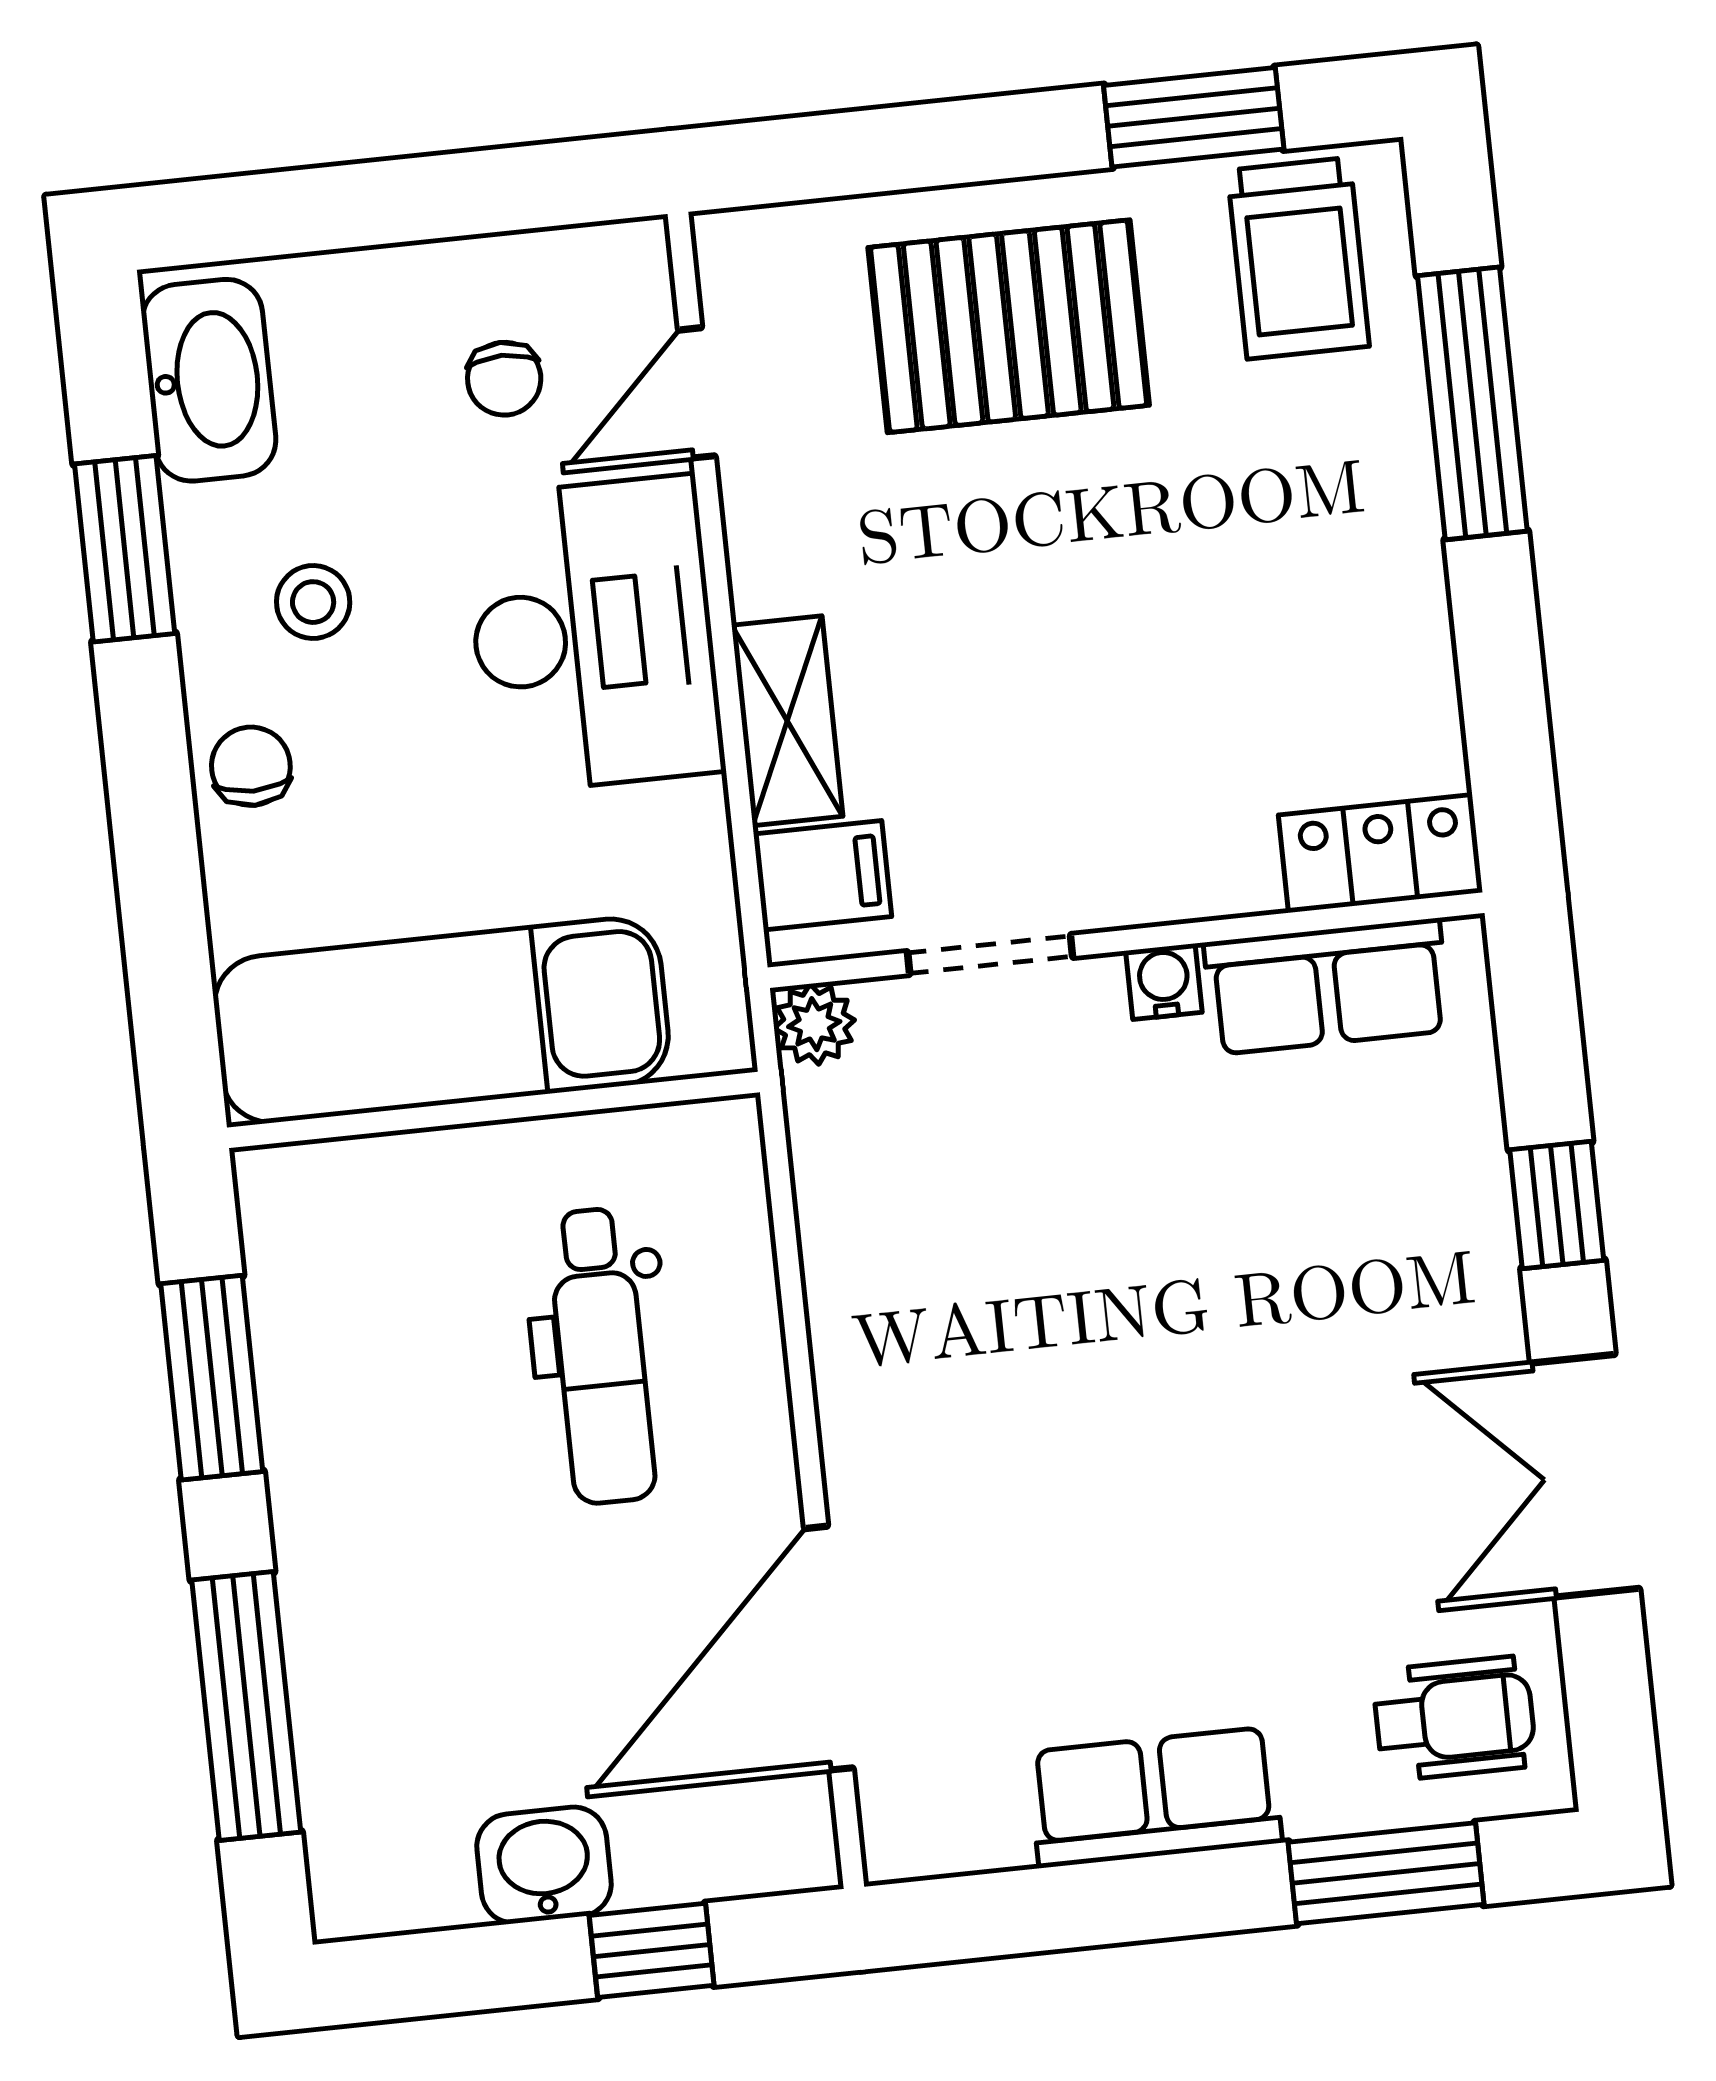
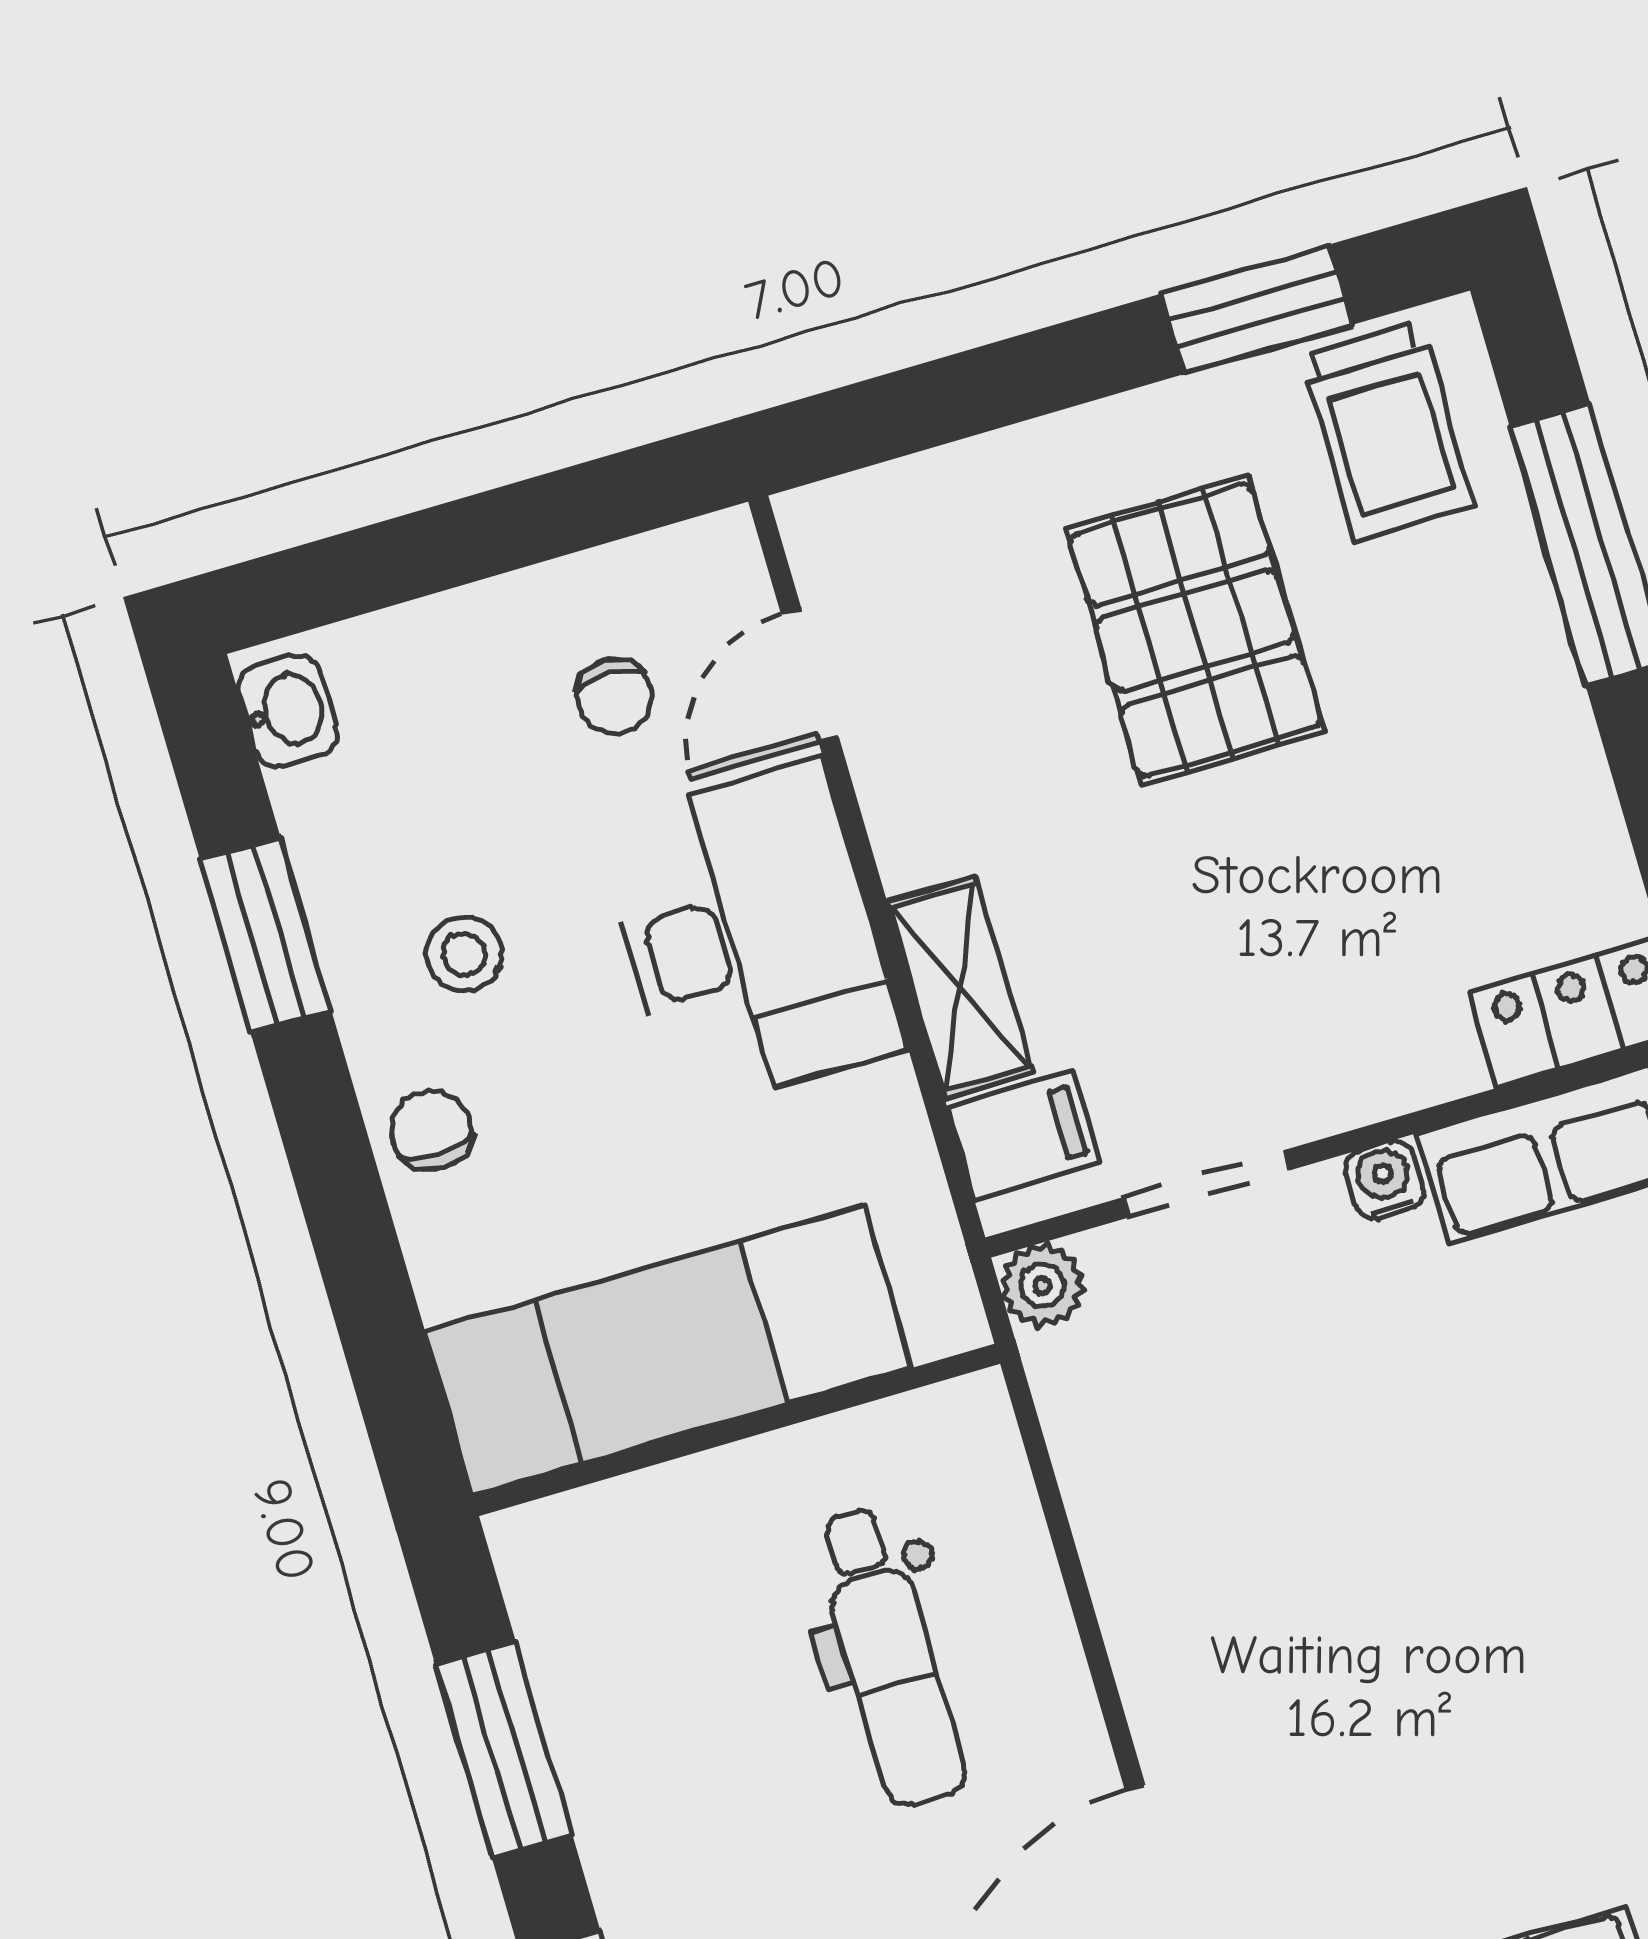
pallet: (1009, 326) -> (1195, 630), moved, turned 90
washbasin: (209, 380) -> (288, 711), width x0.52, depth x0.69

